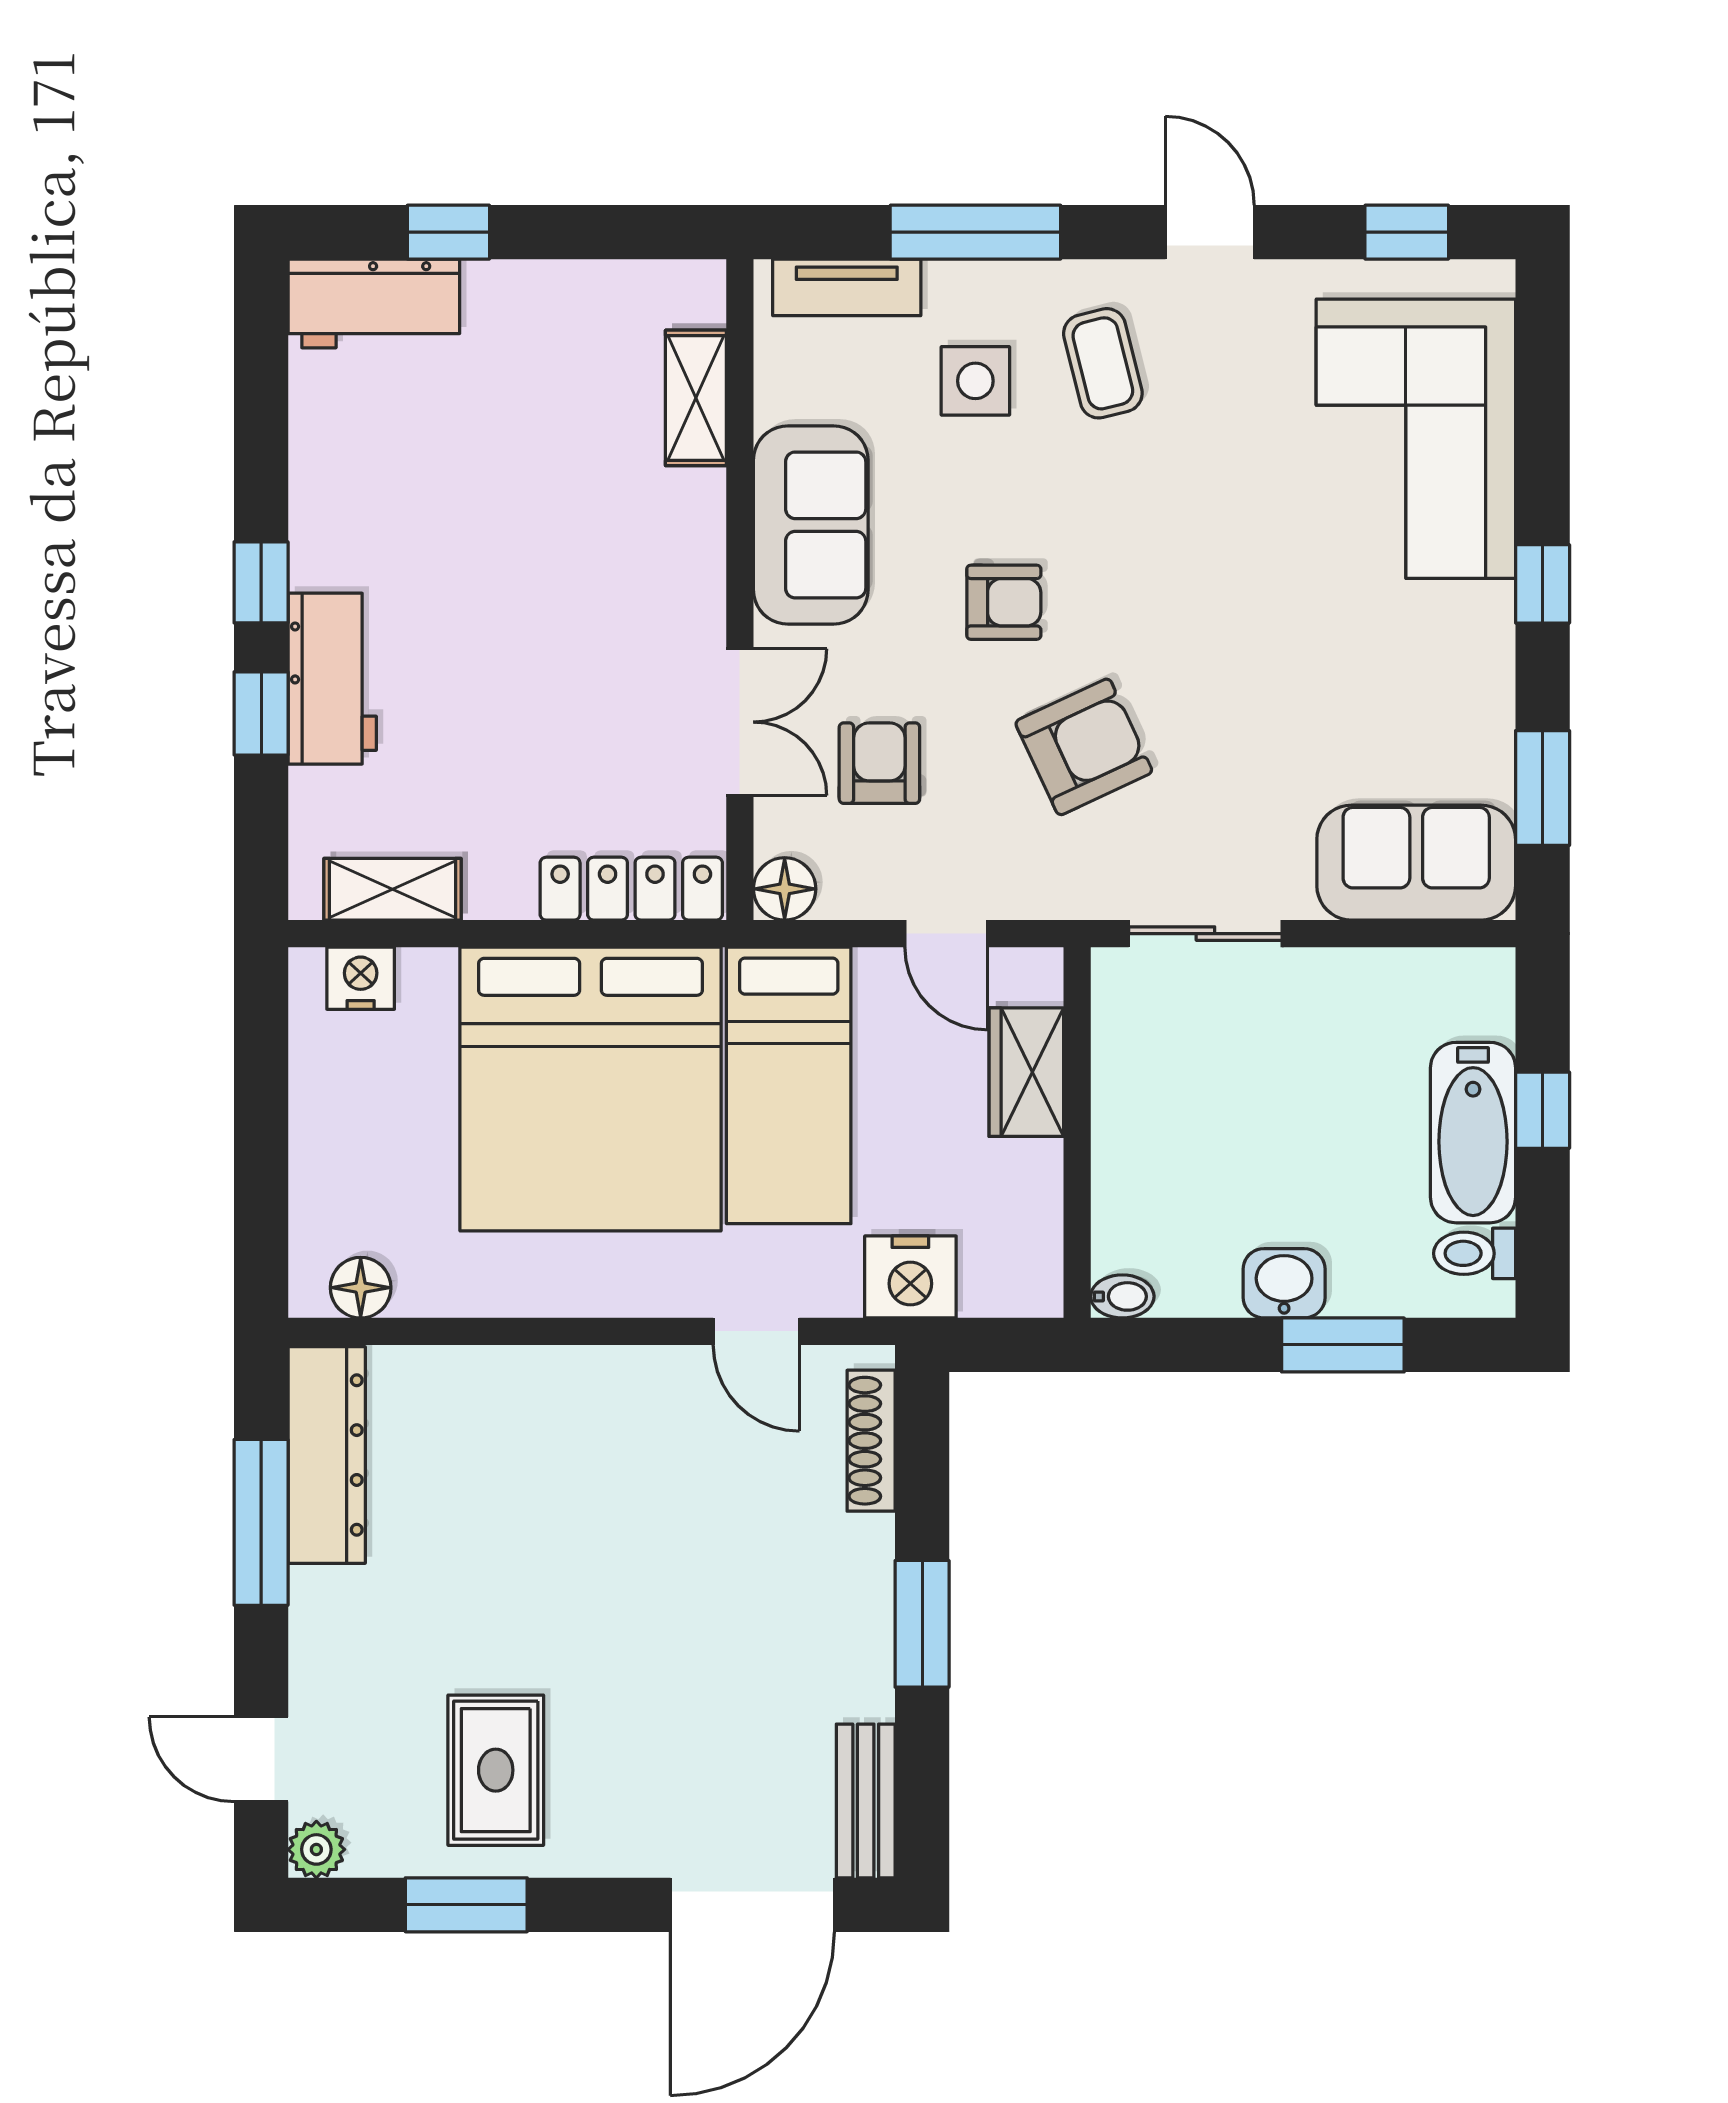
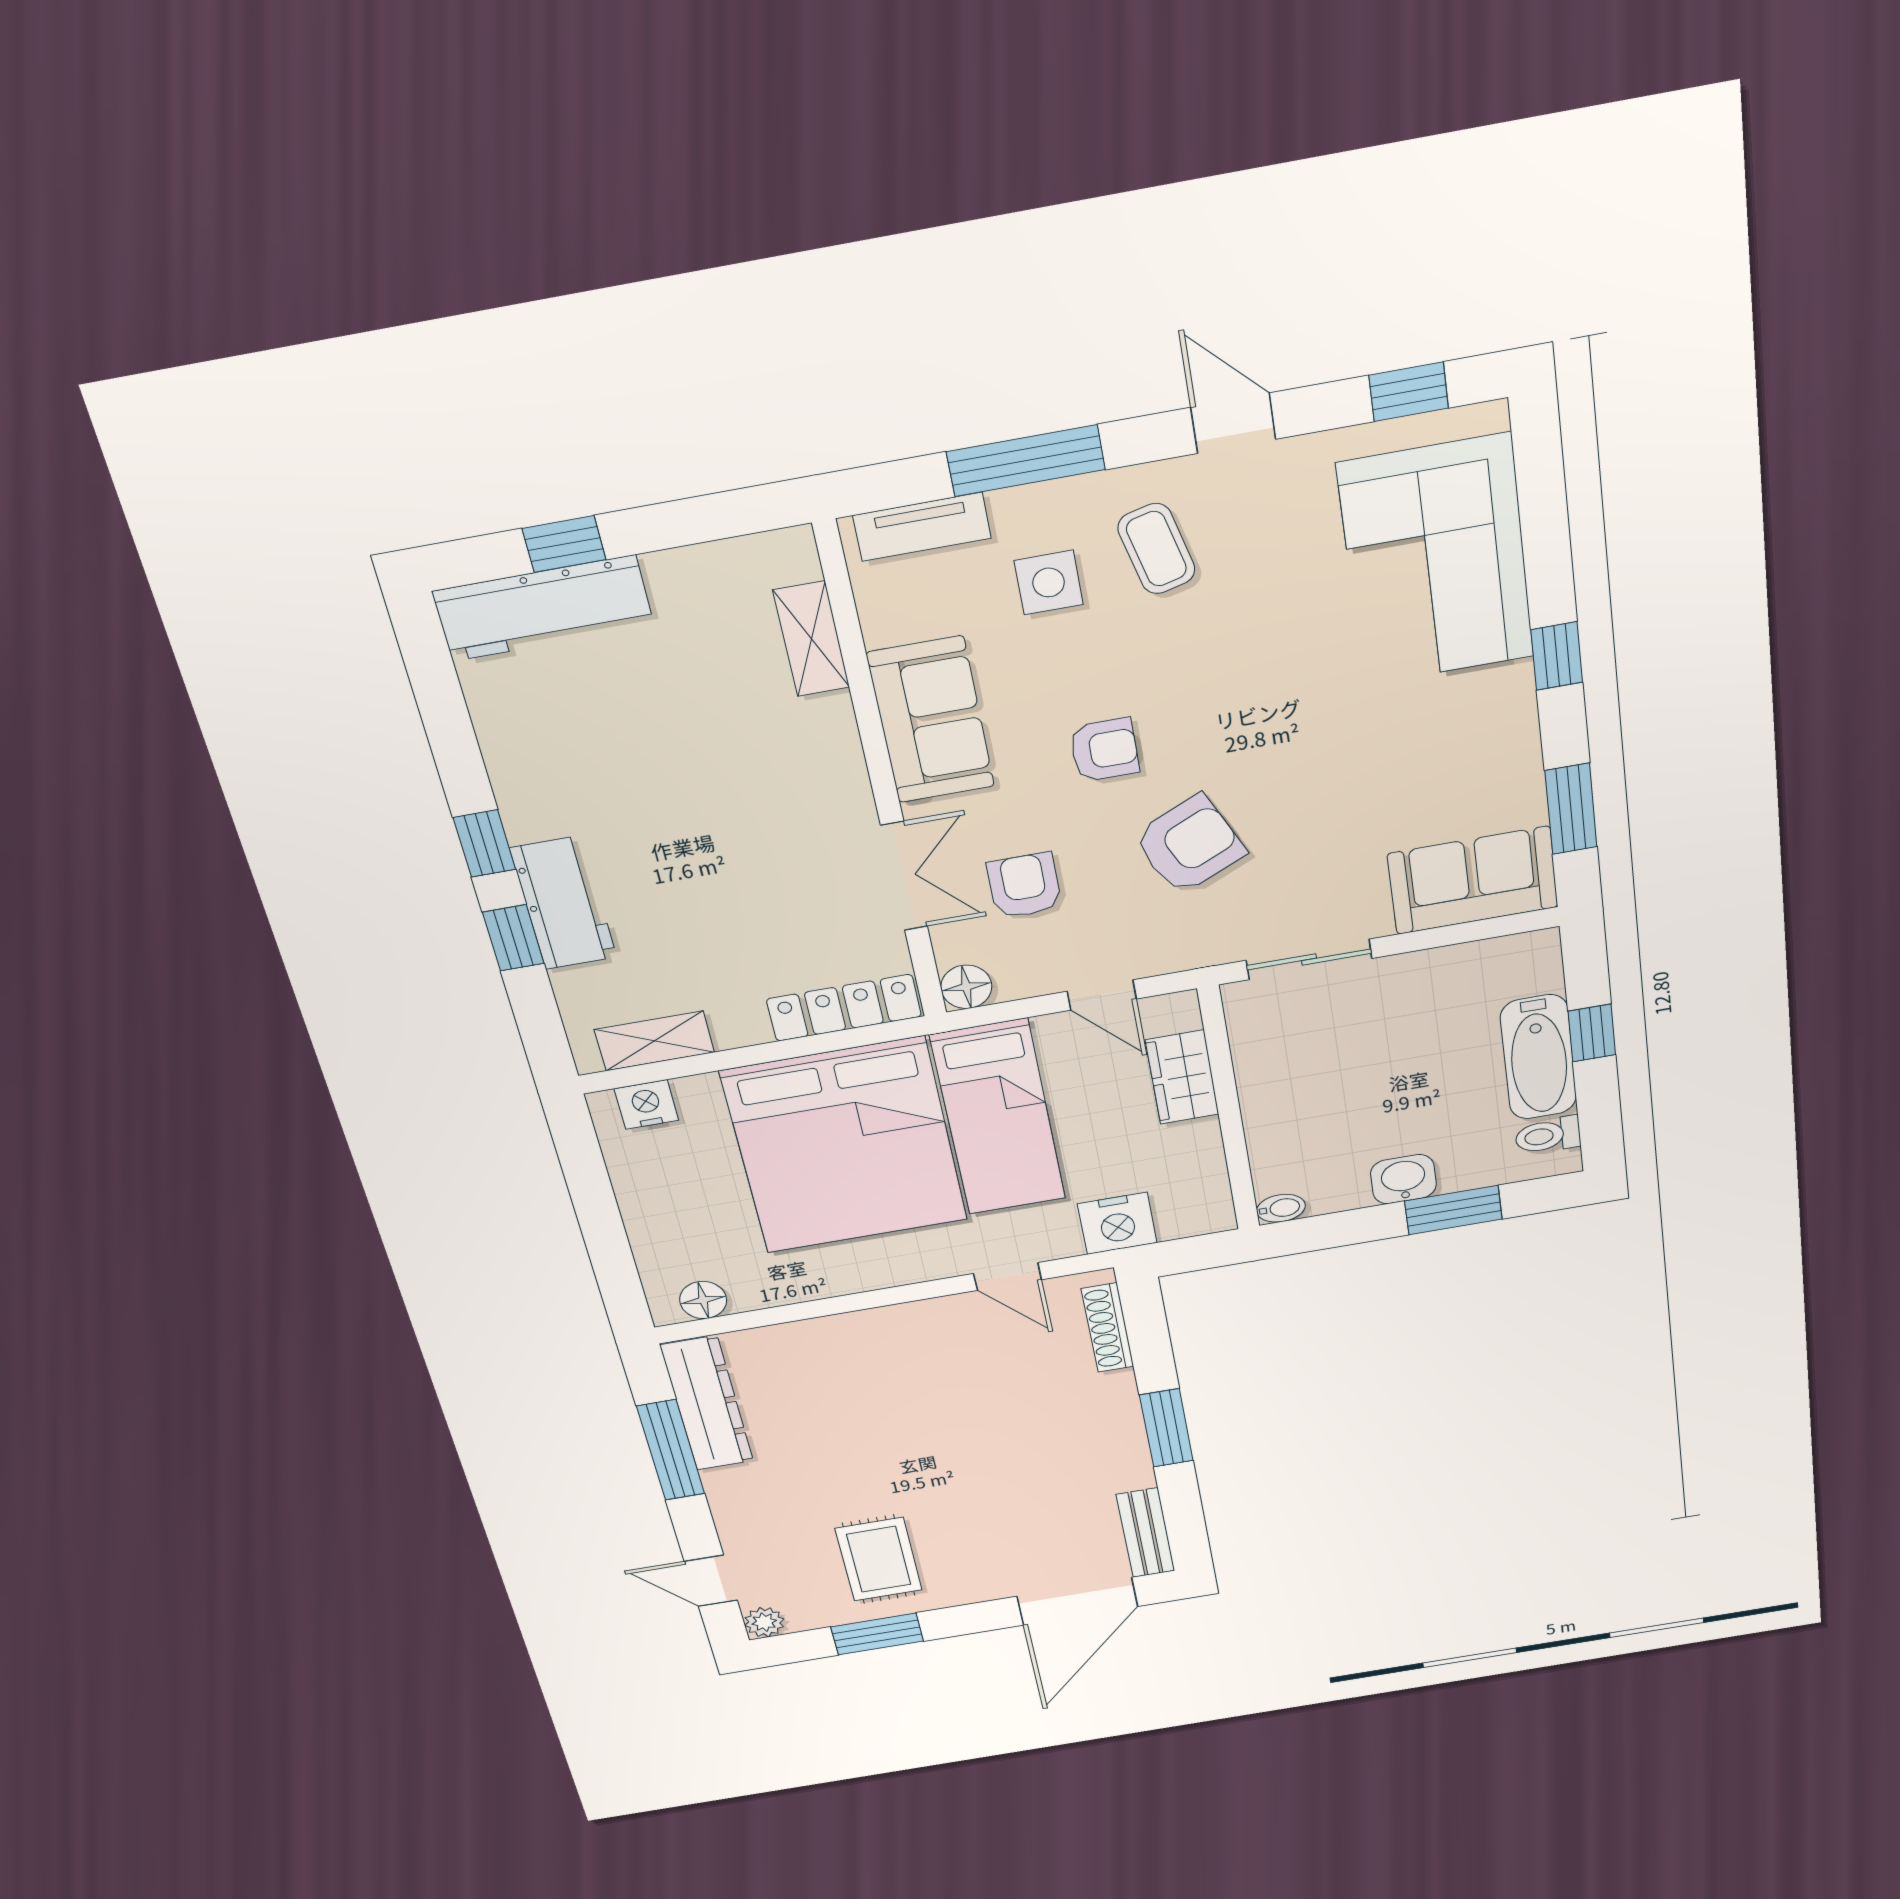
workbench: (374, 303) -> (543, 608), width x1.37

